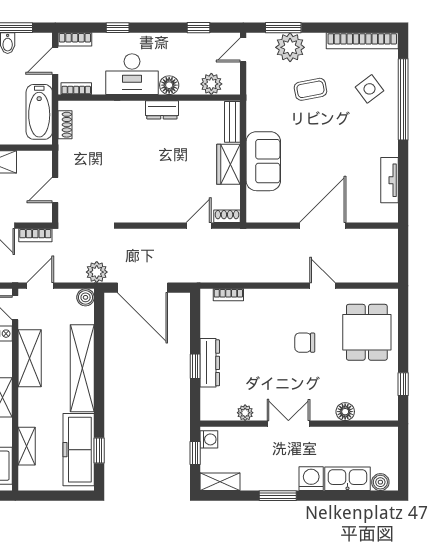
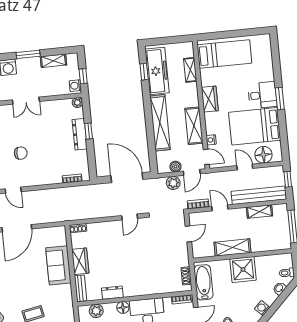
dresser: (162, 110) -> (112, 293), moved
door: (199, 226) -> (130, 217), moved
plant: (97, 272) -> (173, 183), moved
boiler: (86, 297) -> (175, 167), moved
plant: (245, 413) -> (77, 103), moved
shelving: (220, 482) -> (53, 61), moved

